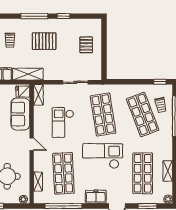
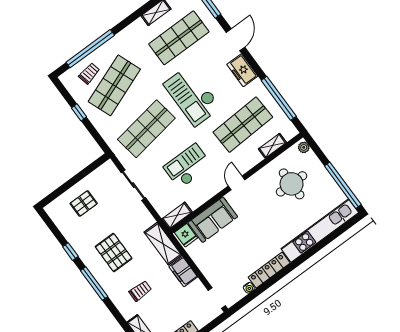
window: (160, 82) -> (79, 112), moved
checkout: (63, 123) -> (188, 166), turned 180

